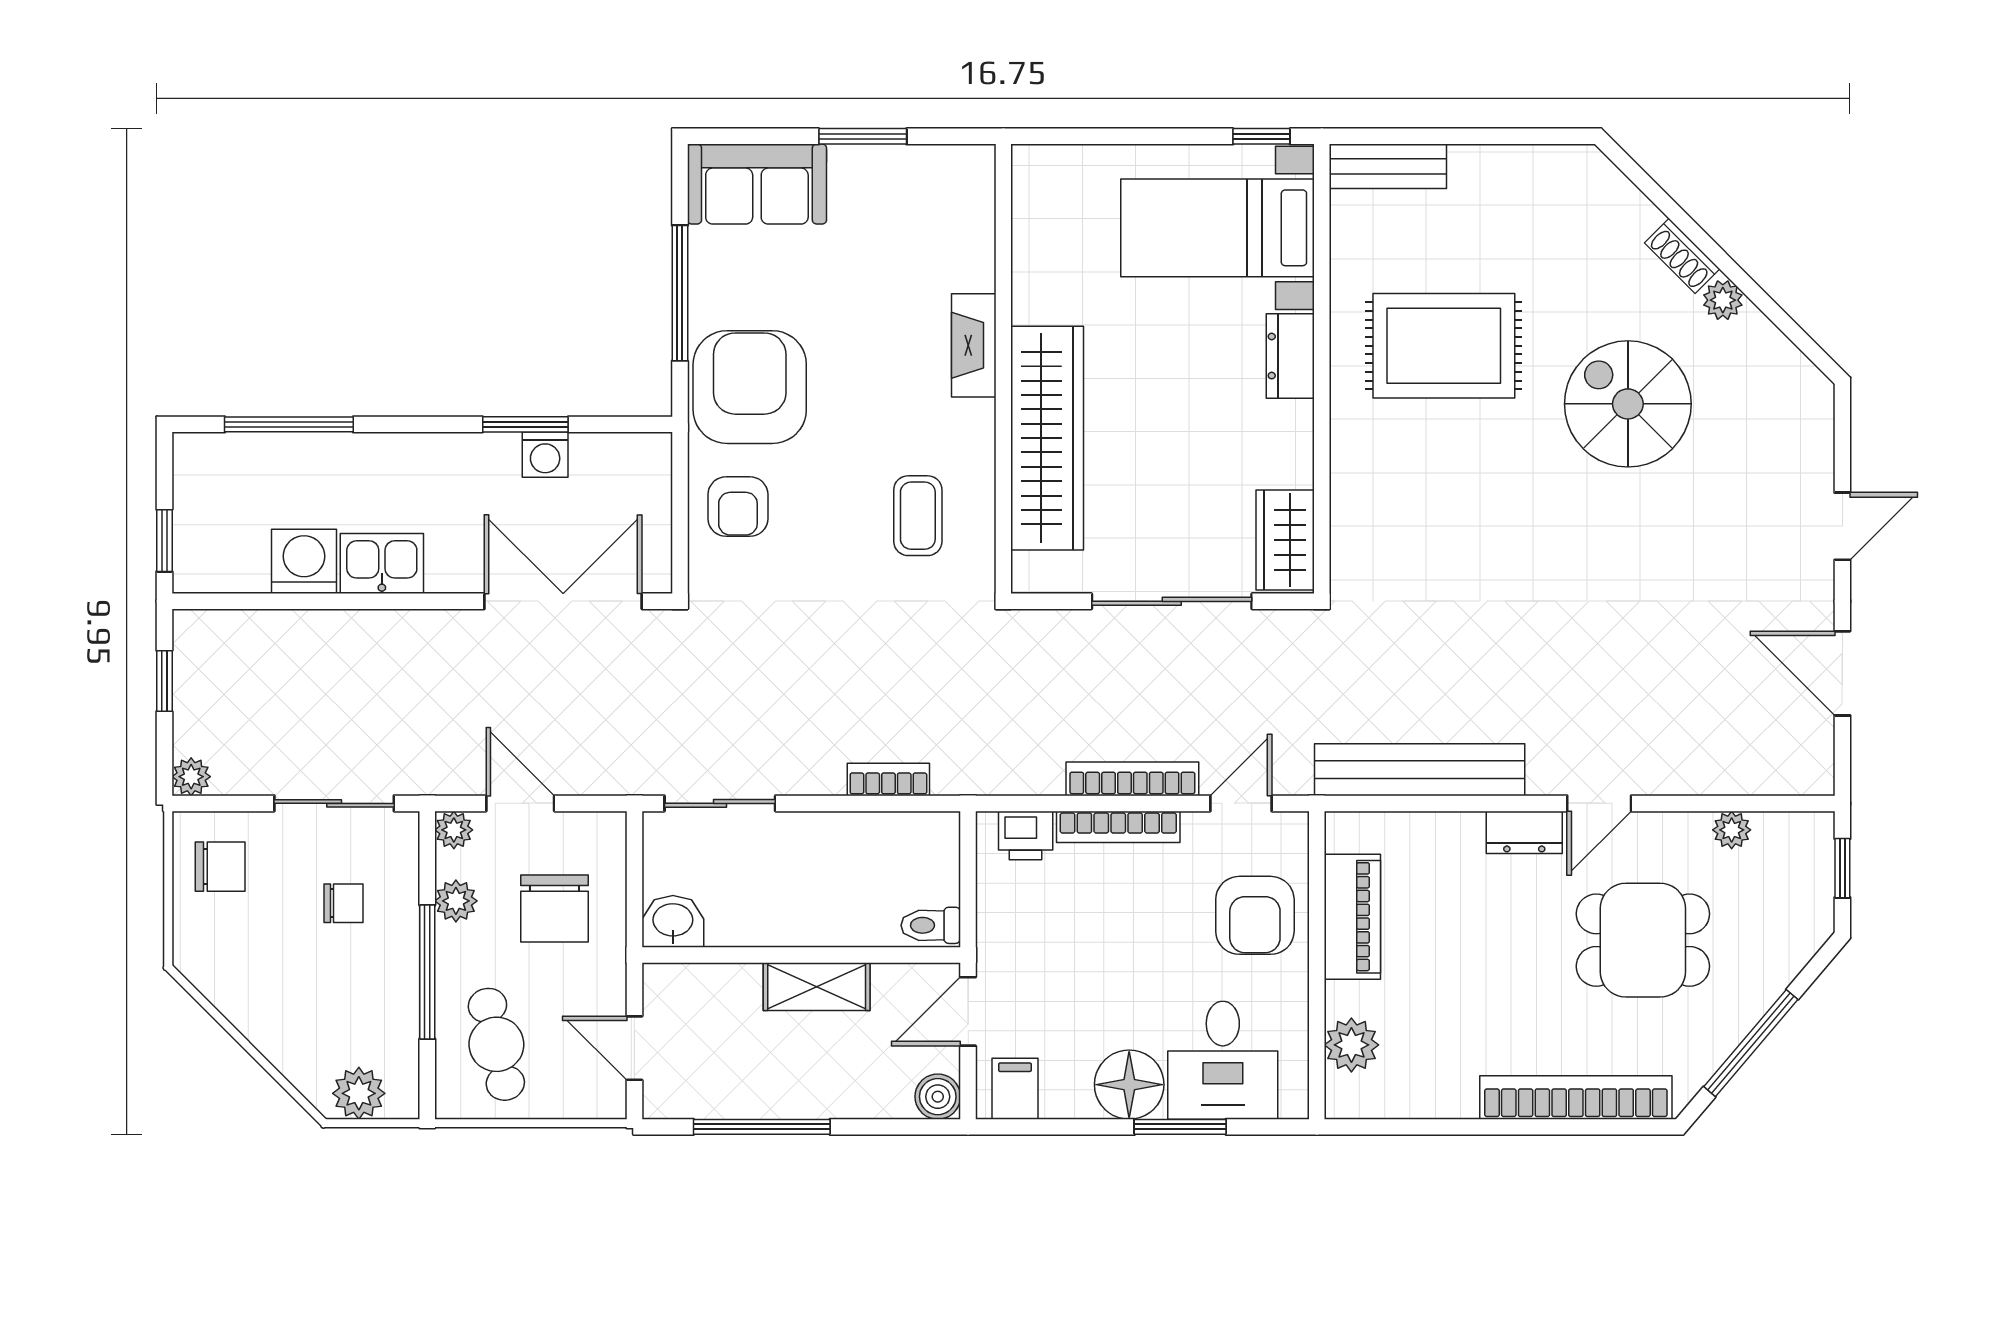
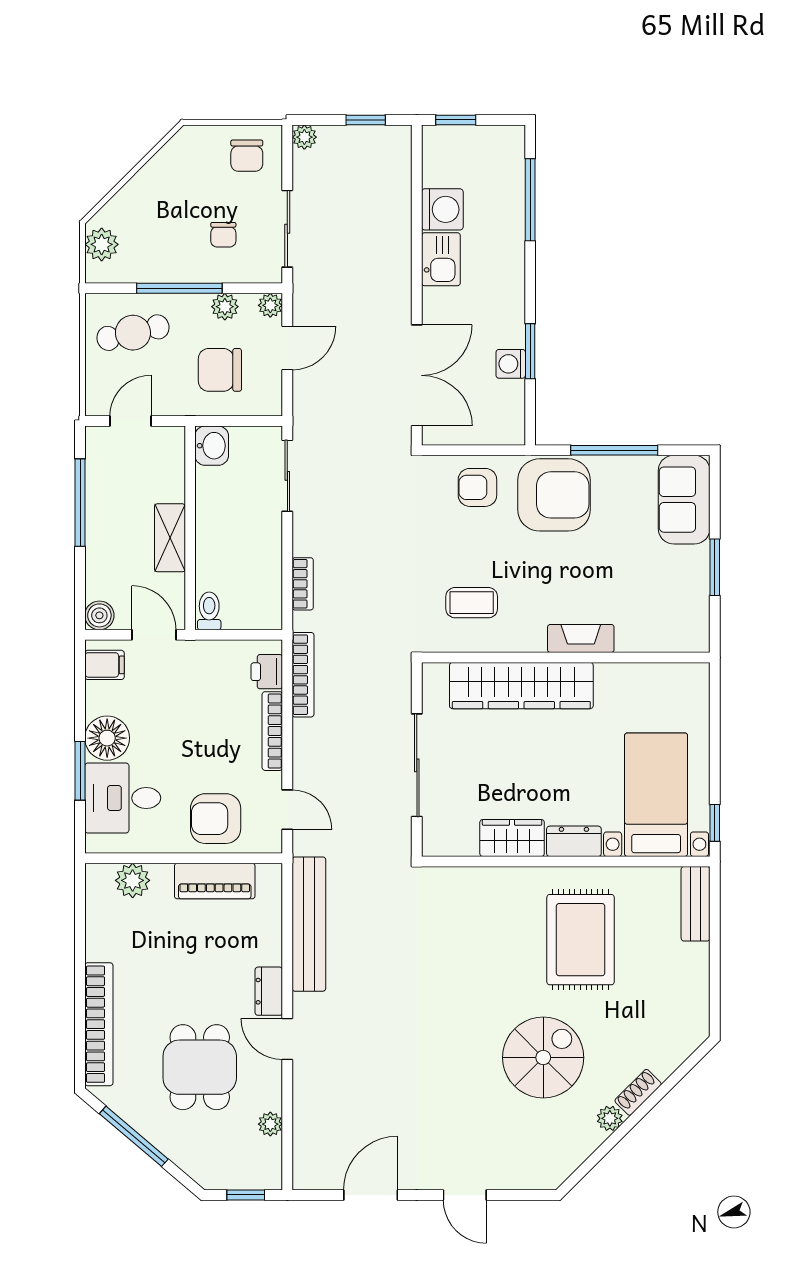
wardrobe: (1285, 540) -> (512, 838), moved
bookcase: (1132, 779) -> (303, 675), moved

